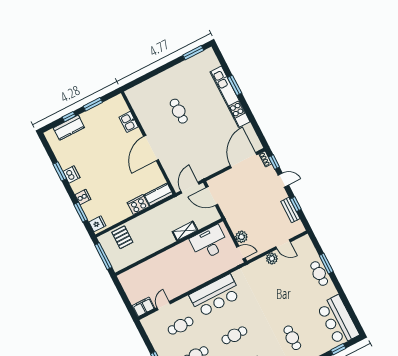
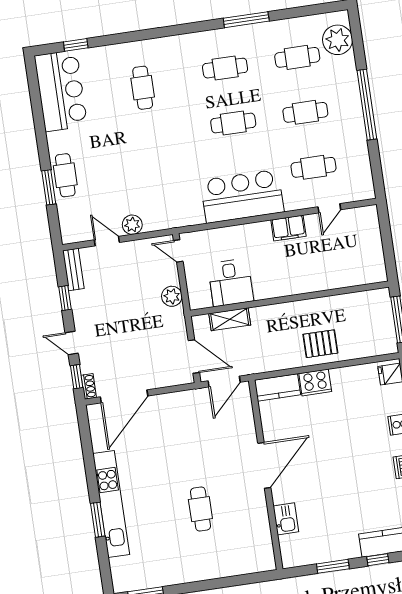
bench: (290, 210) -> (73, 270), moved
shelving: (185, 231) -> (230, 319), moved
pallet: (122, 237) -> (320, 344), moved, turned 90
plant: (241, 237) -> (172, 296), moved
desk: (209, 243) -> (231, 282), width x0.73
filing cabinet: (143, 307) -> (288, 228), moved

